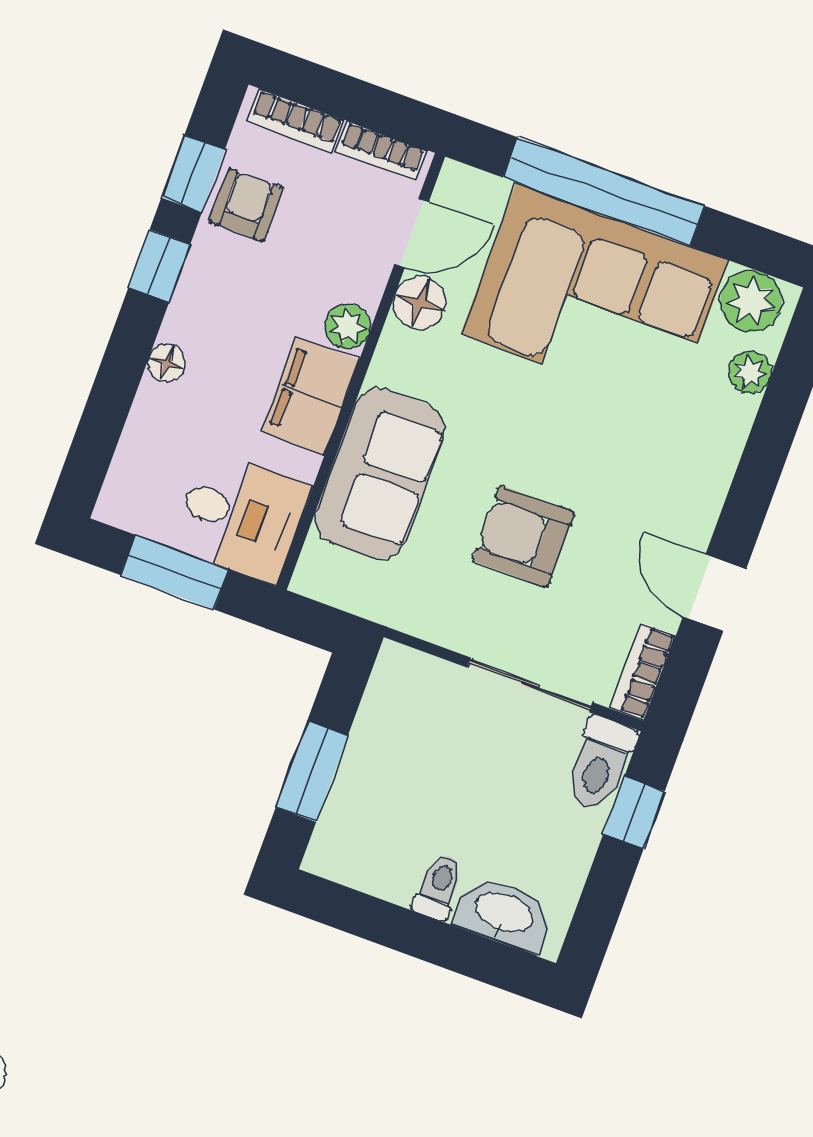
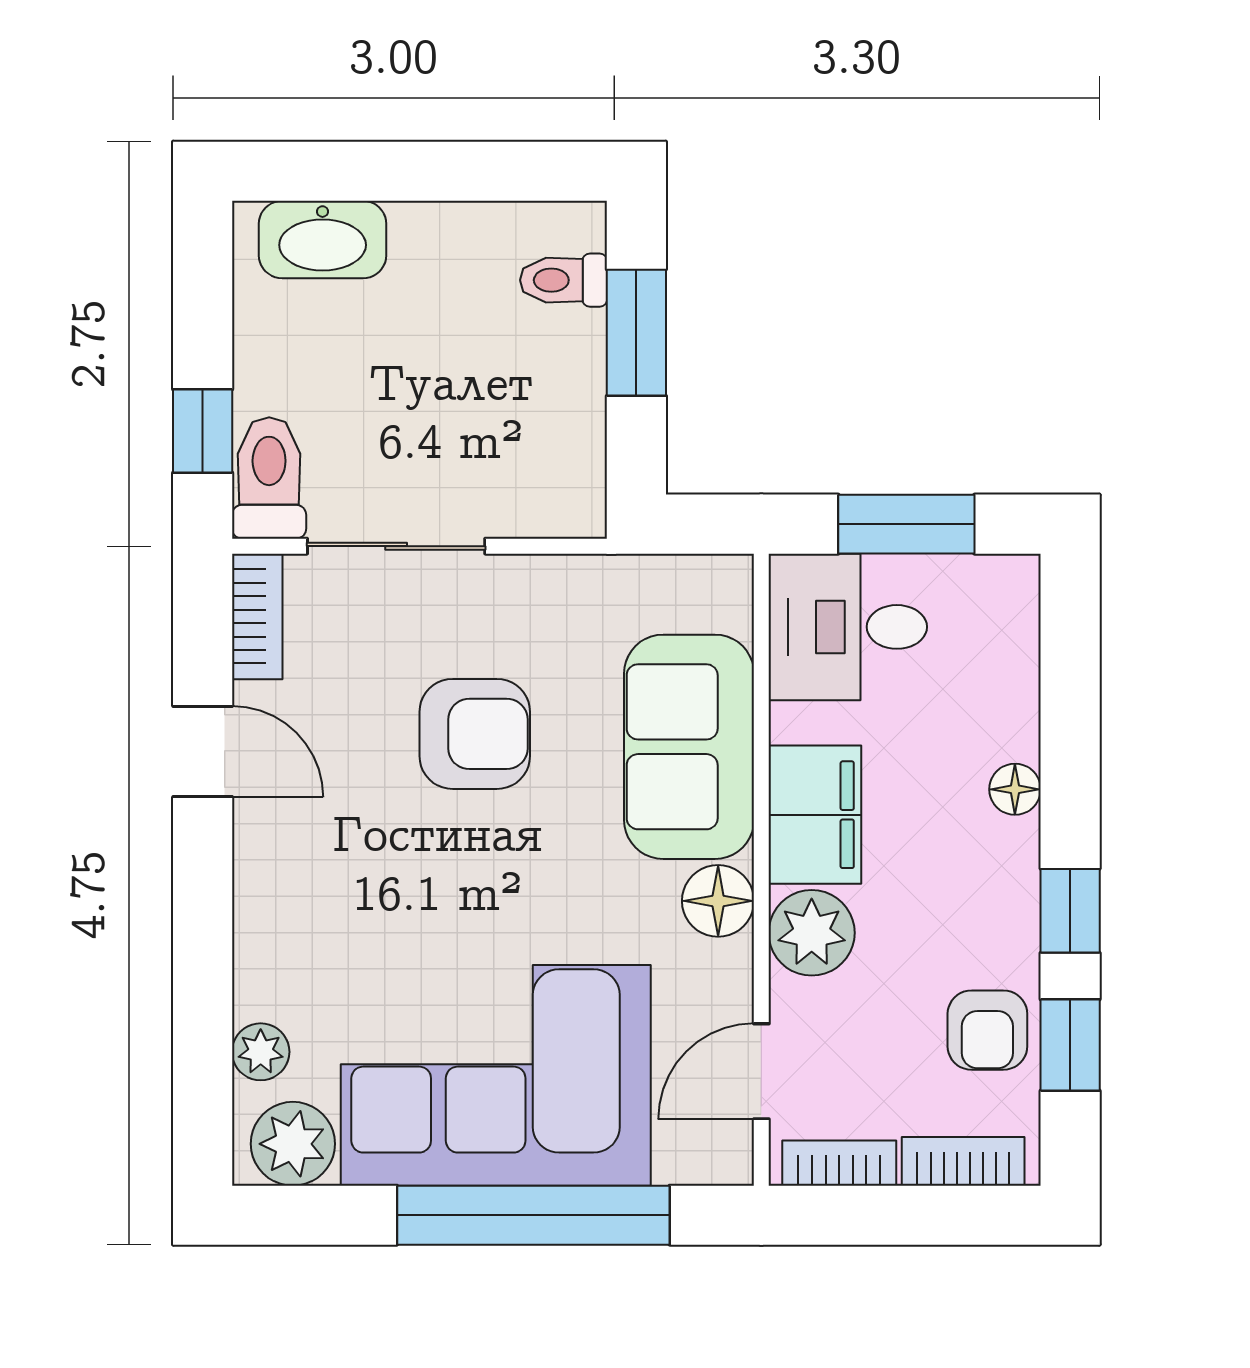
floor lamp: (420, 303) -> (718, 901), moved
plant: (347, 327) -> (812, 933), width x1.38, depth x1.38
toilet: (439, 887) -> (563, 280), moved, turned 90

